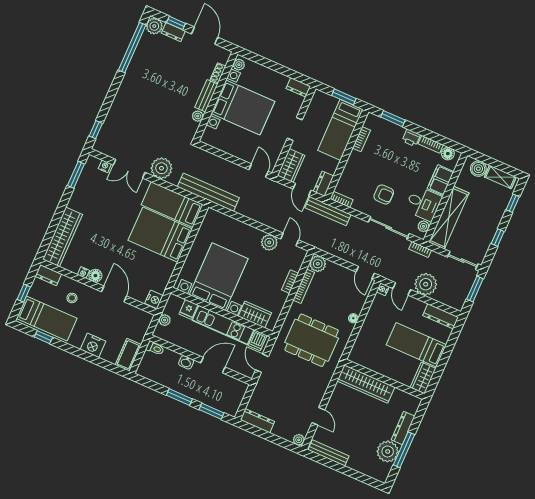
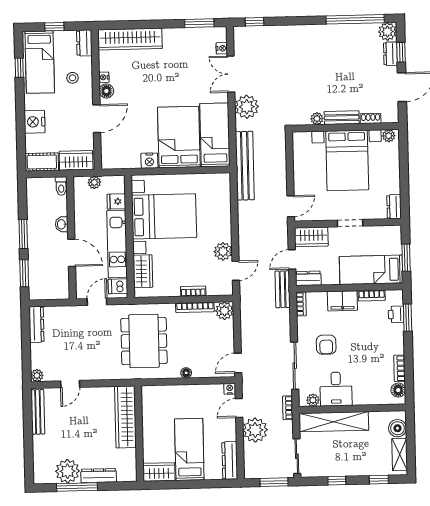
printer: (411, 138) -> (396, 314), moved
filing cabinet: (440, 180) -> (342, 301), moved, turned 180
bench: (328, 211) -> (283, 289), width x0.73
nightstand: (154, 299) -> (149, 161), moved
wardrobe: (140, 326) -> (76, 160), added

